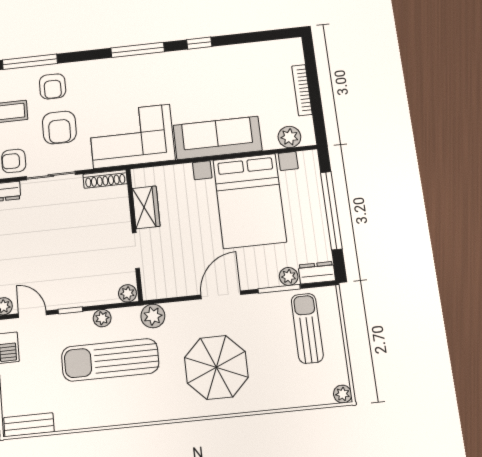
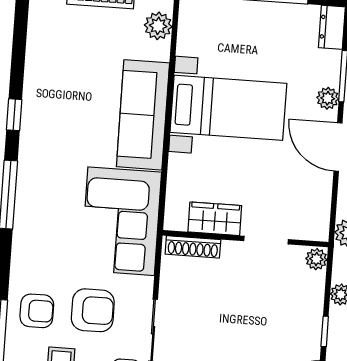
shoe rack: (105, 179) -> (193, 247), moved, turned 90
bed with nightstands: (250, 201) -> (228, 108), width x0.73
plant: (289, 276) -> (328, 98), moved

